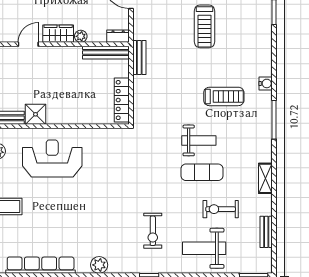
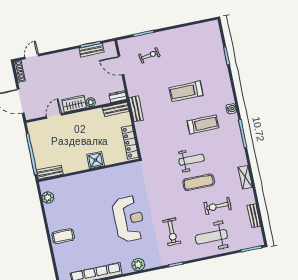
treadmill: (205, 26) -> (186, 91), moved, turned 90
bench: (106, 53) -> (116, 109), width x0.73
shower: (36, 114) -> (96, 160), moved
reception desk: (52, 158) -> (129, 219), moved, turned 90

